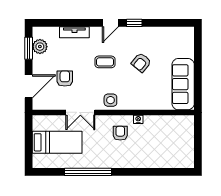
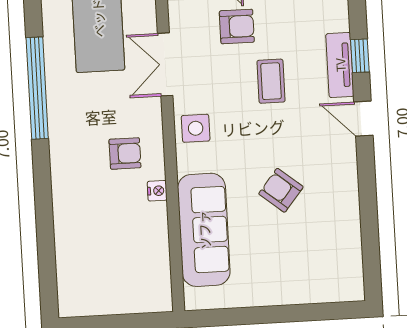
window: (134, 23) -> (360, 56), moved
tv unit: (74, 32) -> (340, 65), moved
coffee table: (105, 62) -> (271, 81), moved
sofa: (183, 84) -> (204, 230), moved, turned 90

